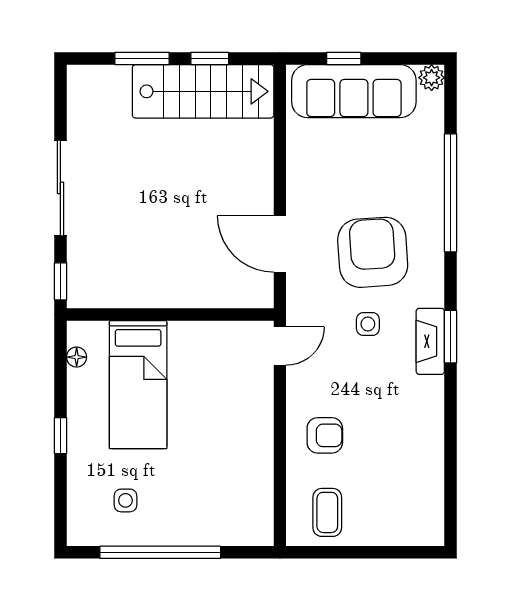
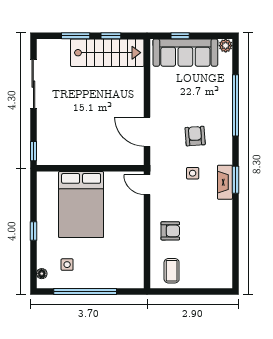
sliding door: (60, 188) -> (33, 84), moved
armchair: (373, 252) -> (195, 136), width x0.53, depth x0.53
door: (280, 346) -> (147, 185), swing flipped
floor lamp: (77, 357) -> (42, 274), moved
bed: (138, 385) -> (81, 205), width x1.50

